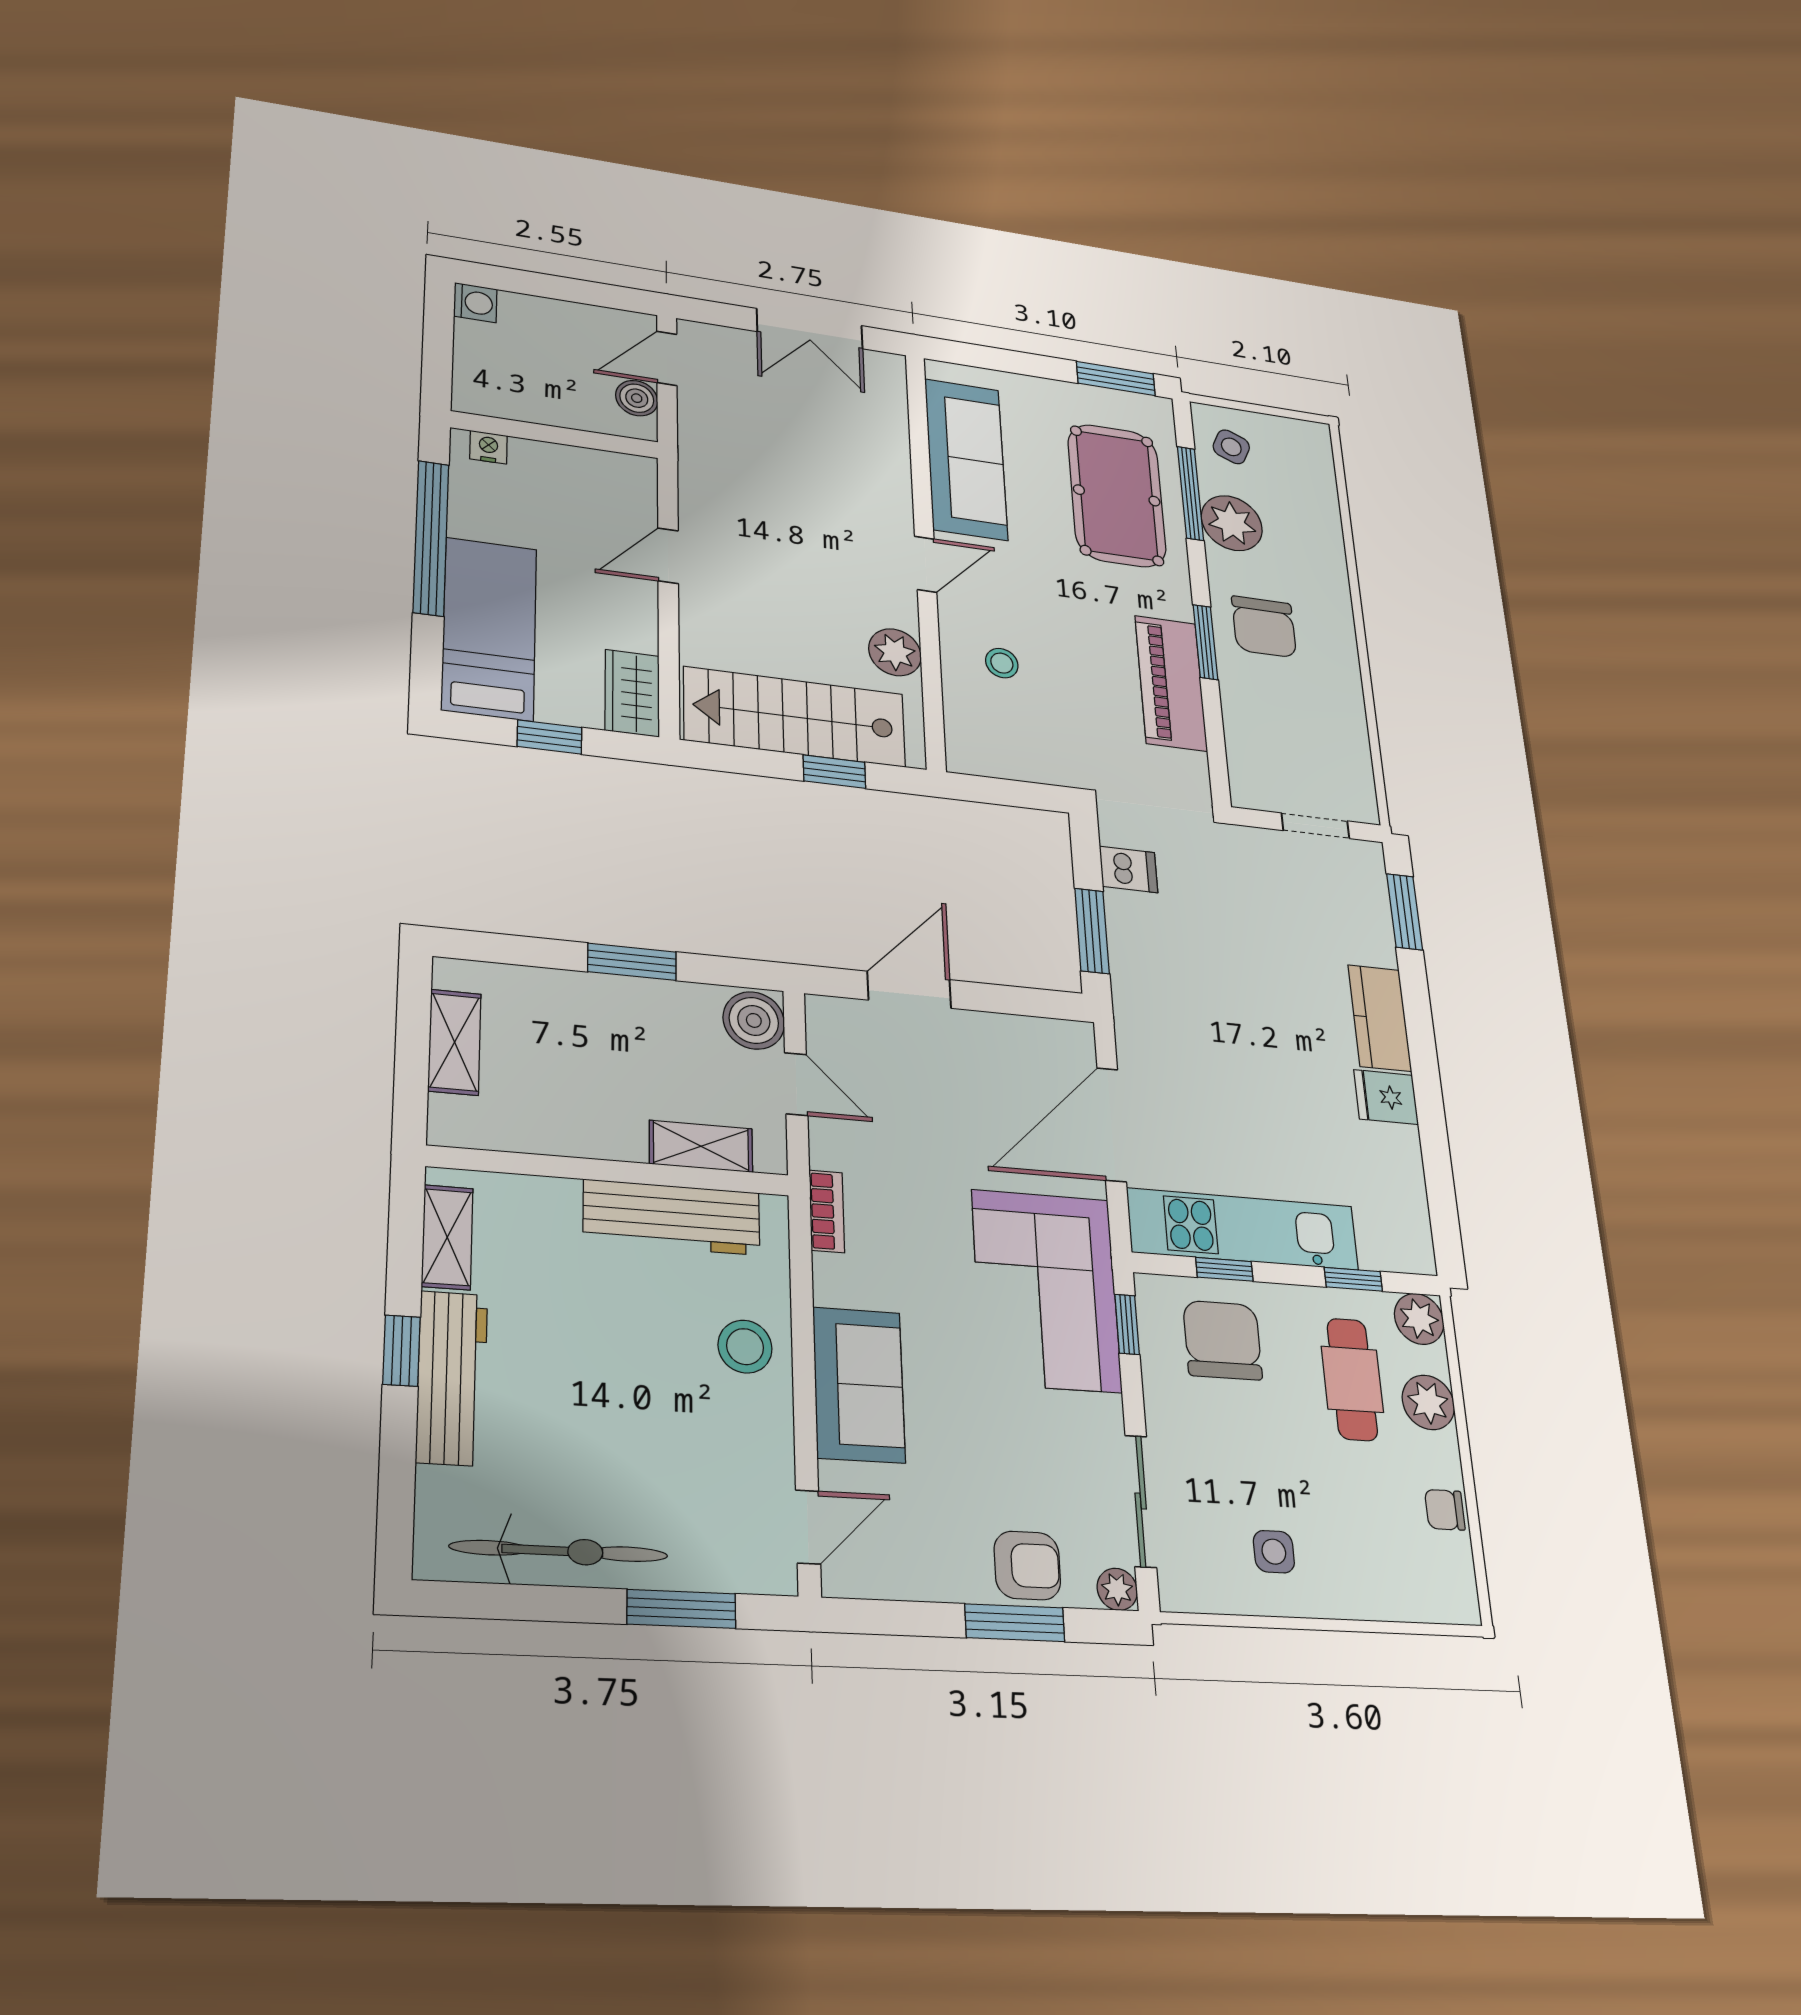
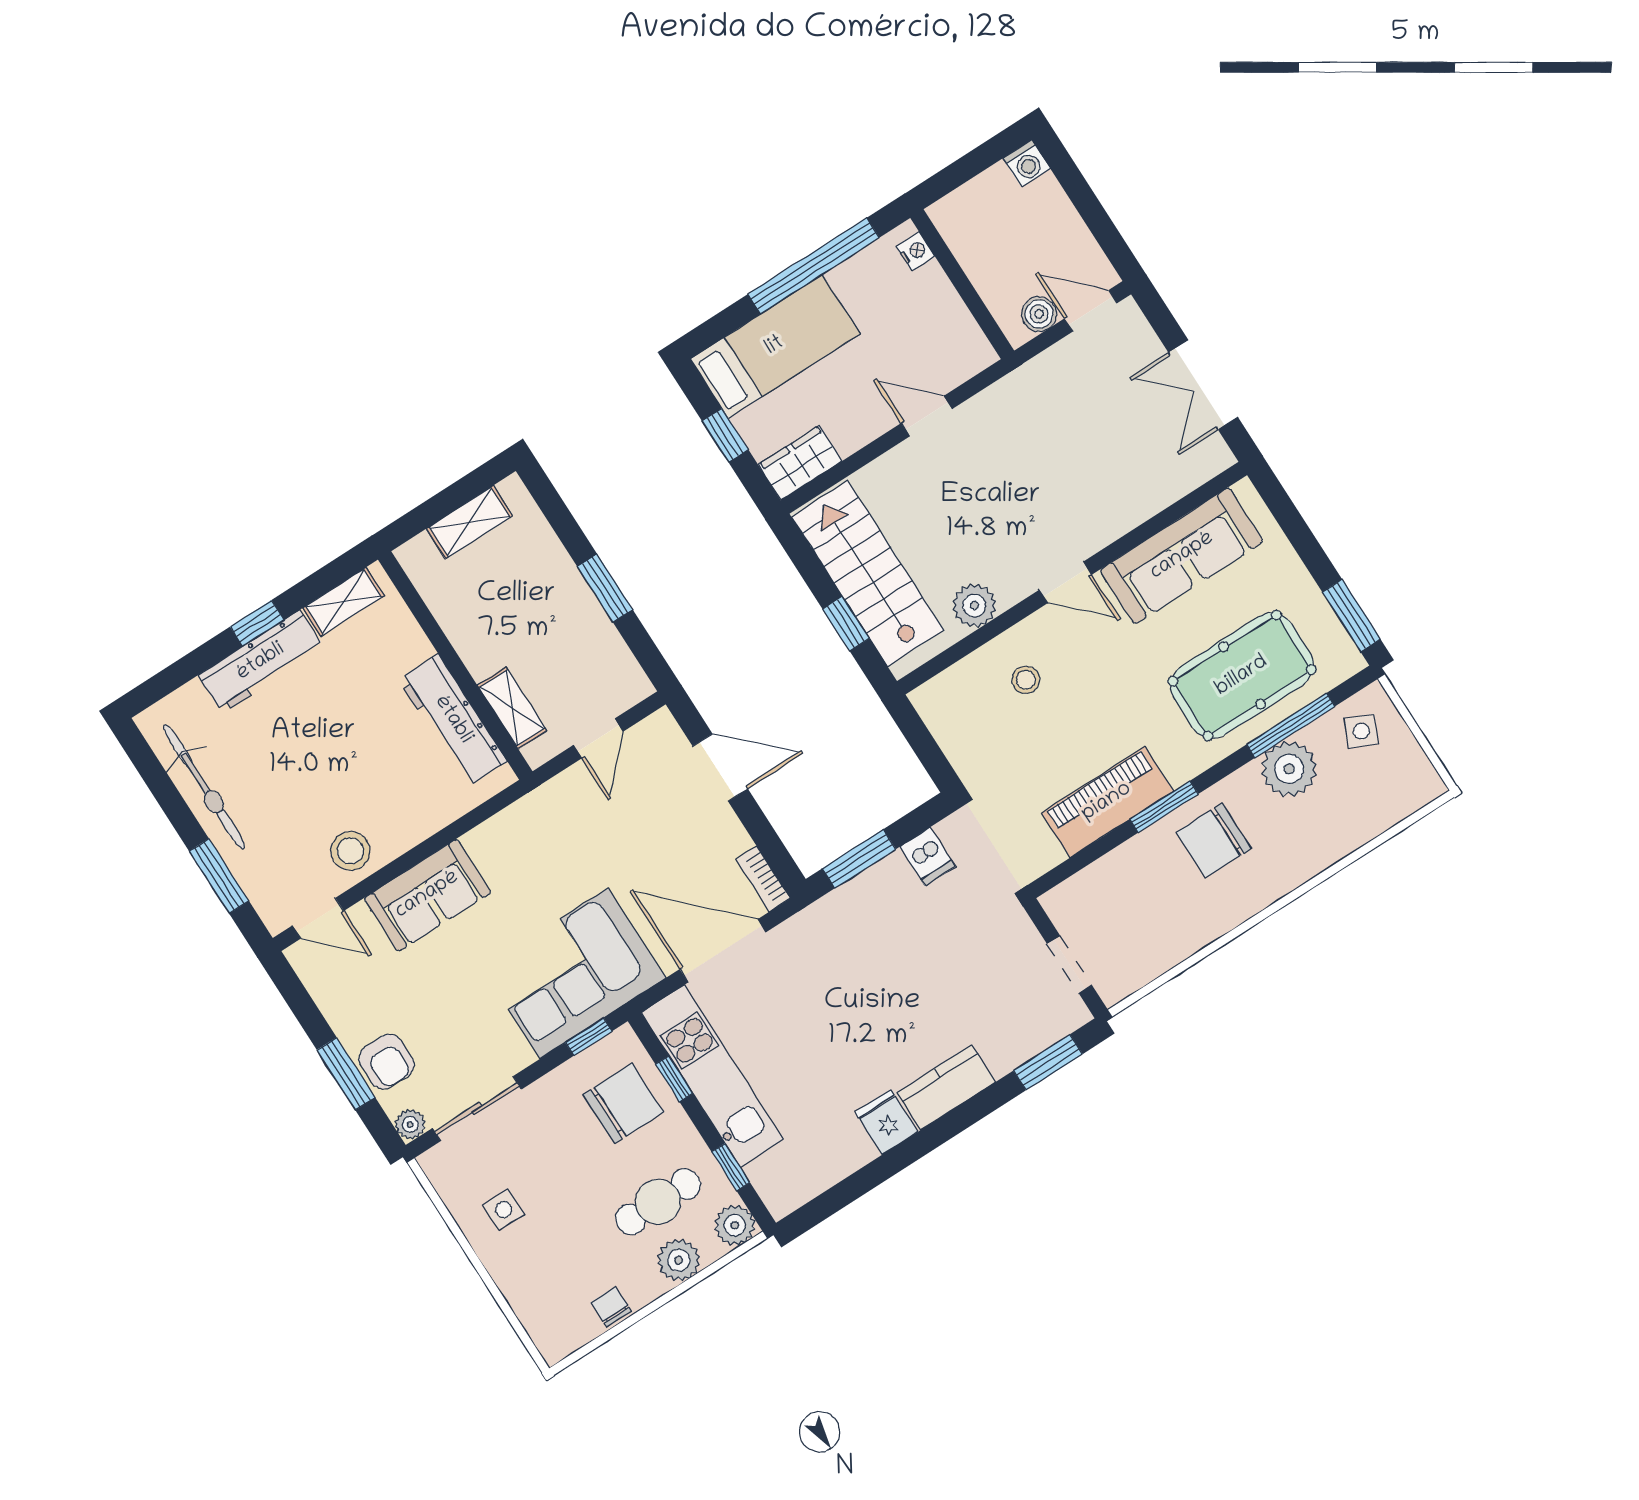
boiler: (754, 1020) -> (622, 686), removed
bookcase: (827, 1211) -> (763, 879), moved, turned 90
stool: (745, 1347) -> (350, 851), moved

